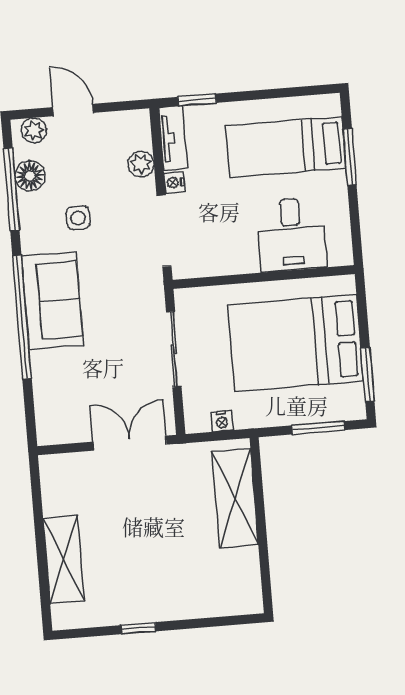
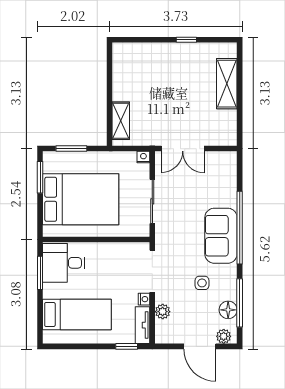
door: (73, 110) -> (200, 346), width x1.38
window: (350, 157) -> (40, 273), moved
desk: (291, 234) -> (64, 263), moved, turned -90
nightstand: (222, 421) -> (143, 157), moved
shelving: (235, 498) -> (121, 121), width x0.67, depth x0.75

